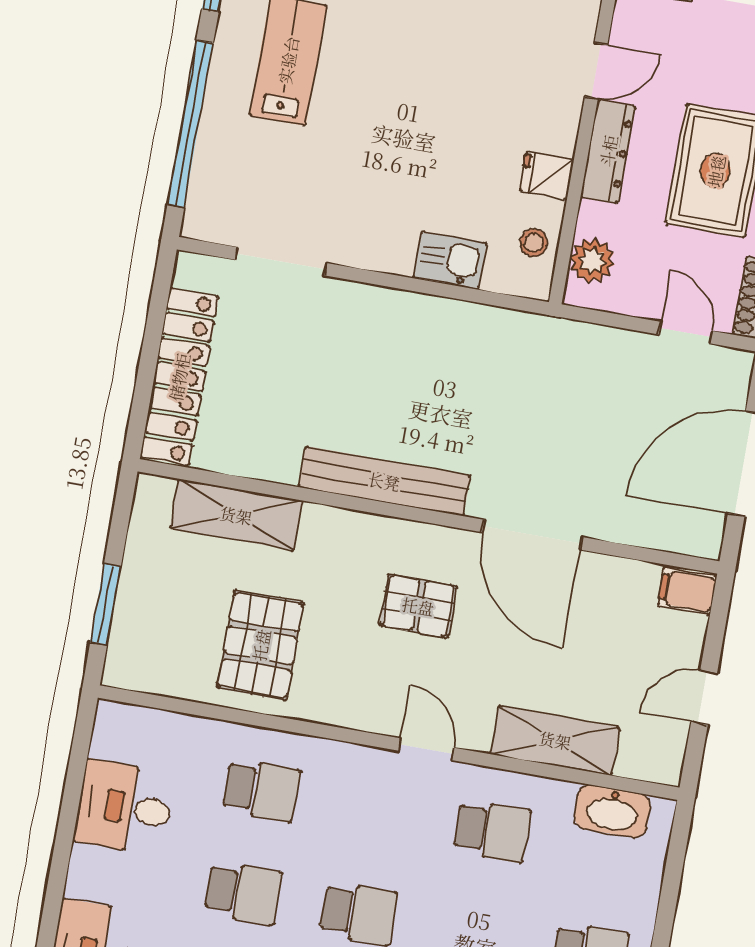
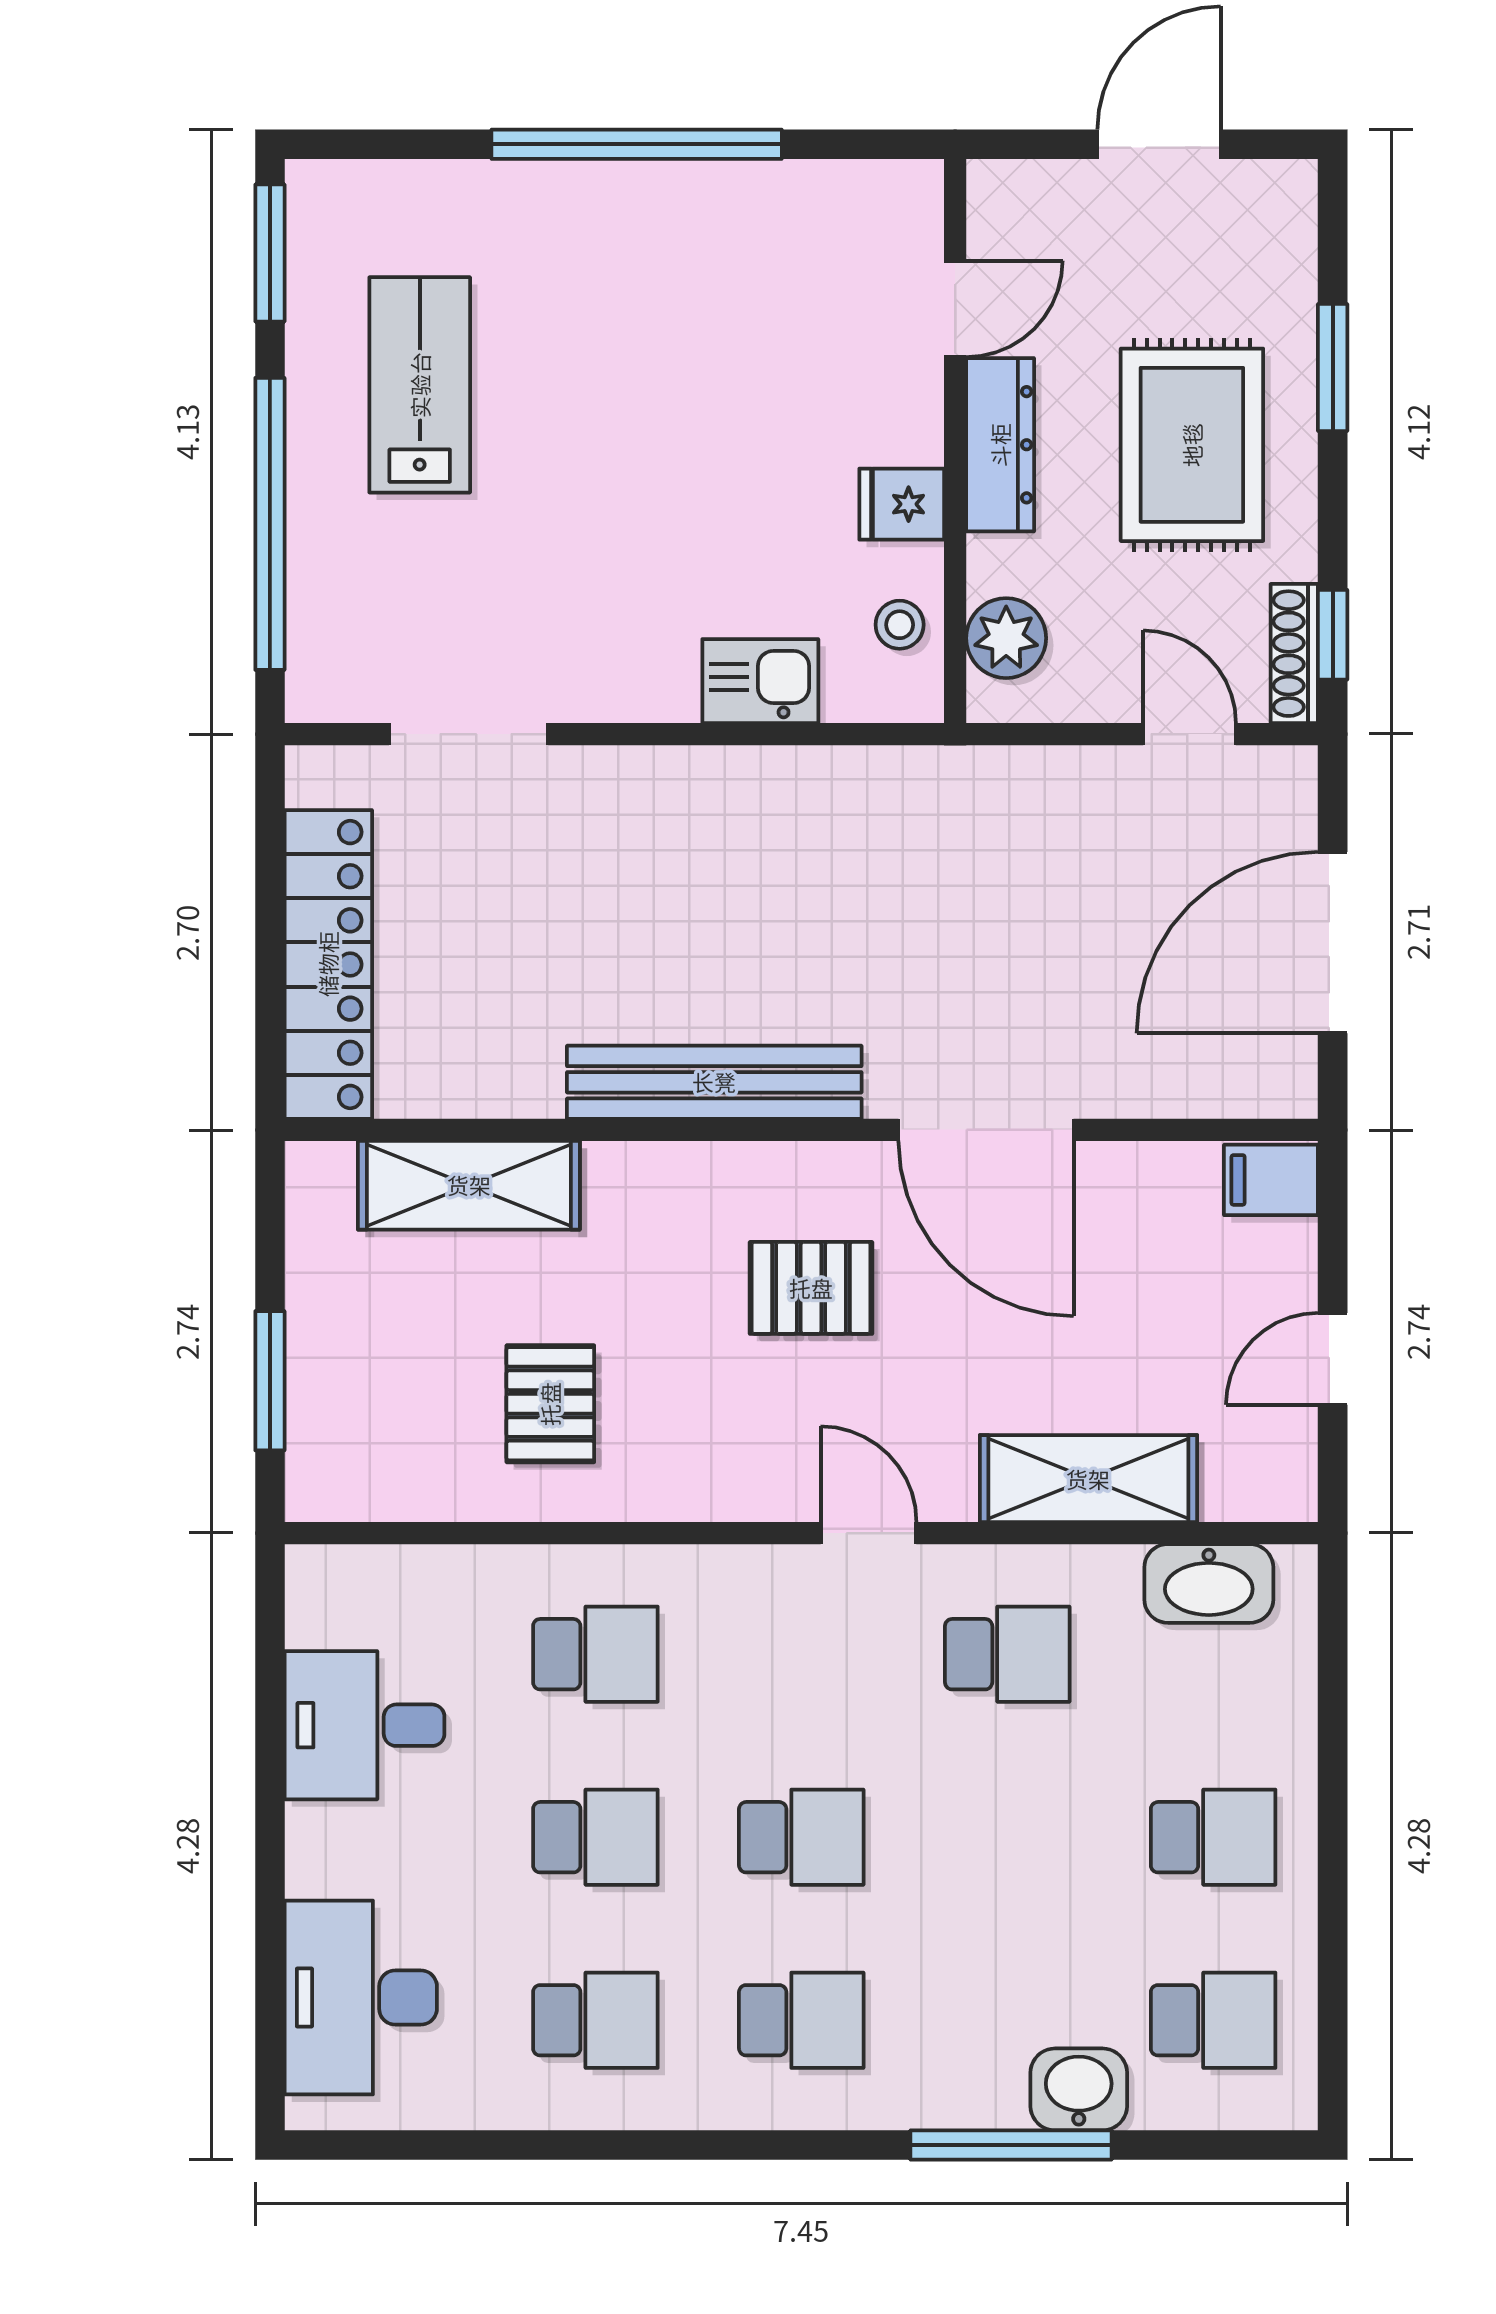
pallet: (261, 645) -> (550, 1404), width x0.67, depth x0.71

